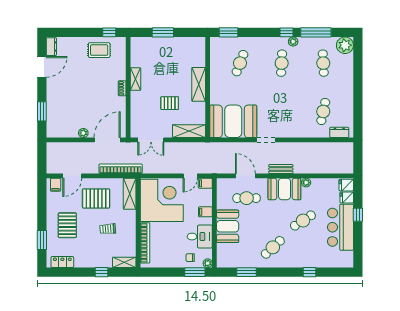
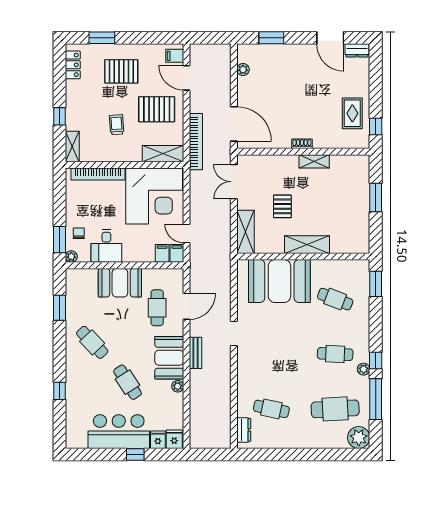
cafe table: (323, 63) -> (335, 409), width x1.37, depth x1.35
booth: (233, 121) -> (279, 281), moved, turned 90
plant: (83, 133) -> (243, 70), moved
pallet: (96, 198) -> (157, 109), turned 90
filing cabinet: (205, 212) -> (162, 253), moved

